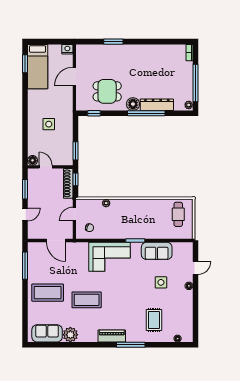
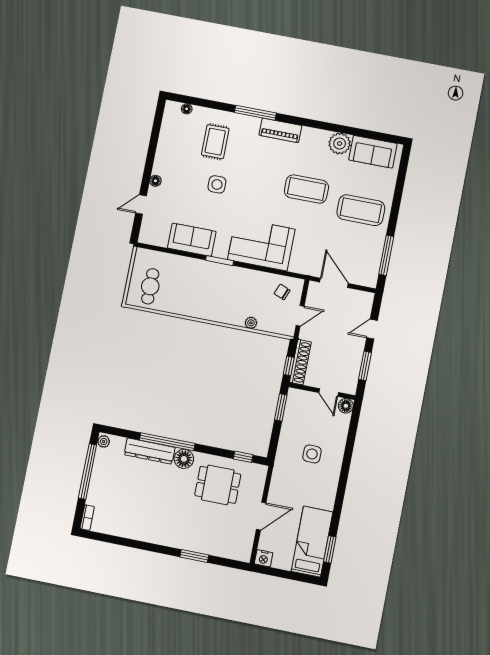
side table: (161, 282) -> (217, 184), moved

